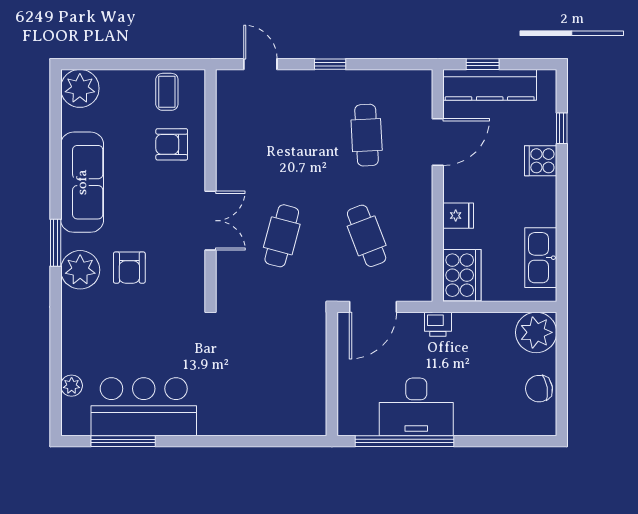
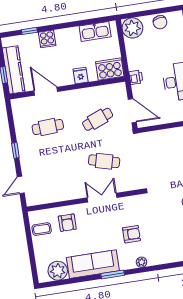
plant: (80, 88) -> (58, 271), moved
window: (56, 243) -> (113, 274), moved
plant: (80, 270) -> (142, 262), width x0.53, depth x0.53

